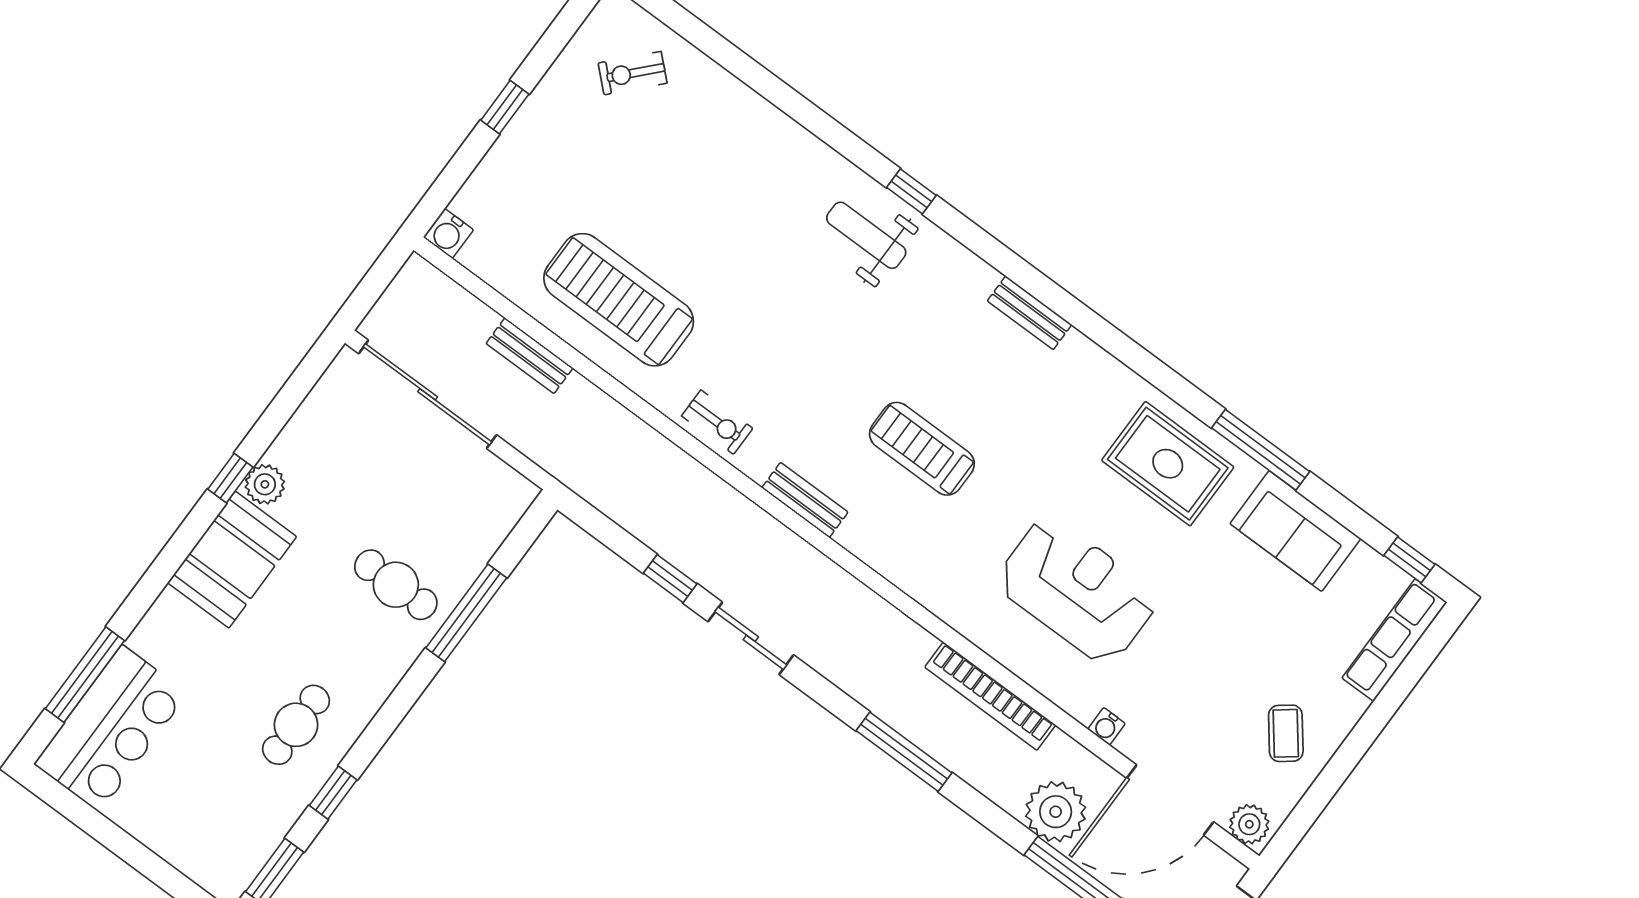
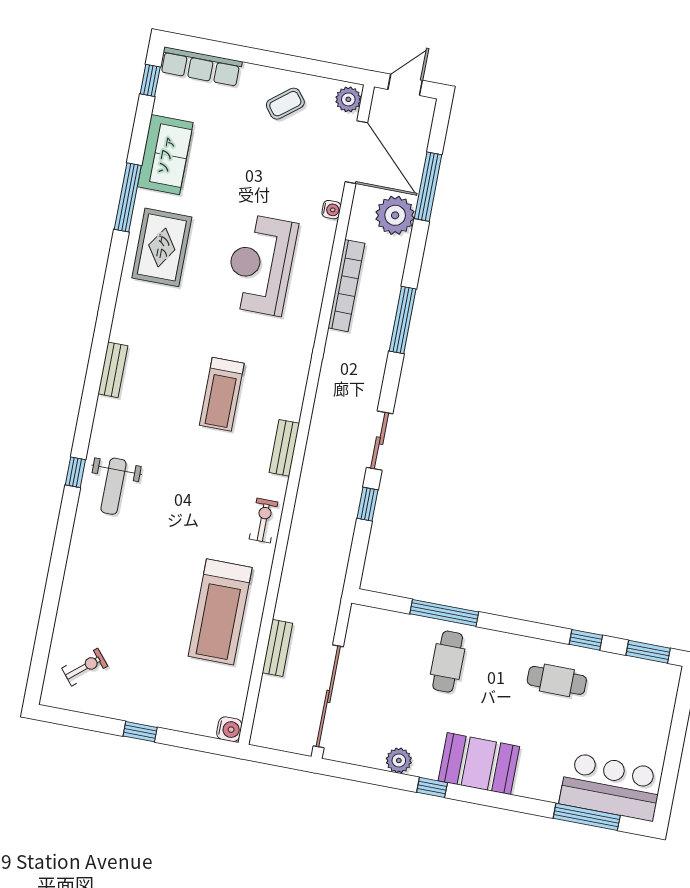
exercise bike: (633, 73) -> (85, 667), turned -83
plant: (265, 484) -> (399, 760), moved

